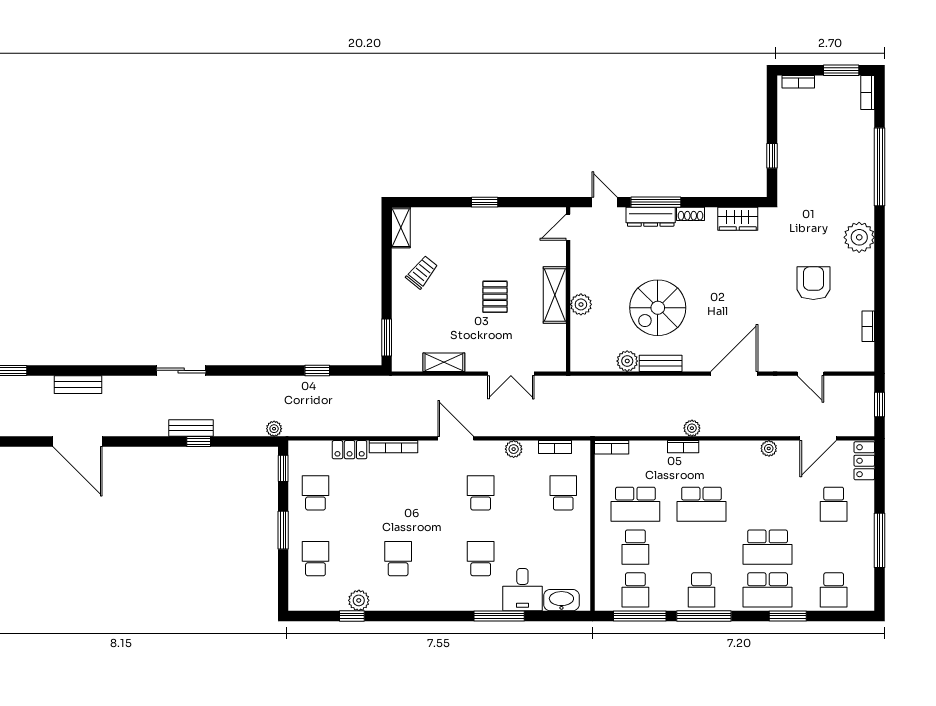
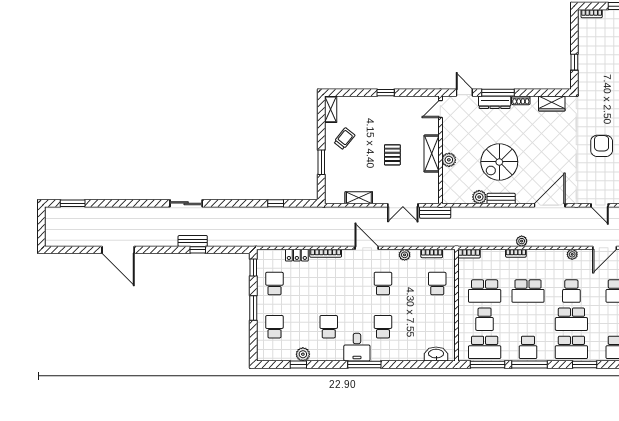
window: (387, 337) -> (321, 162), moved
bench: (78, 385) -> (435, 212), moved
plant: (274, 429) -> (247, 241), removed
school desk: (768, 504) -> (571, 291), added
desk: (522, 590) -> (357, 347), moved
school desk: (635, 590) -> (485, 347), width x1.85
window: (499, 616) -> (364, 364), moved

